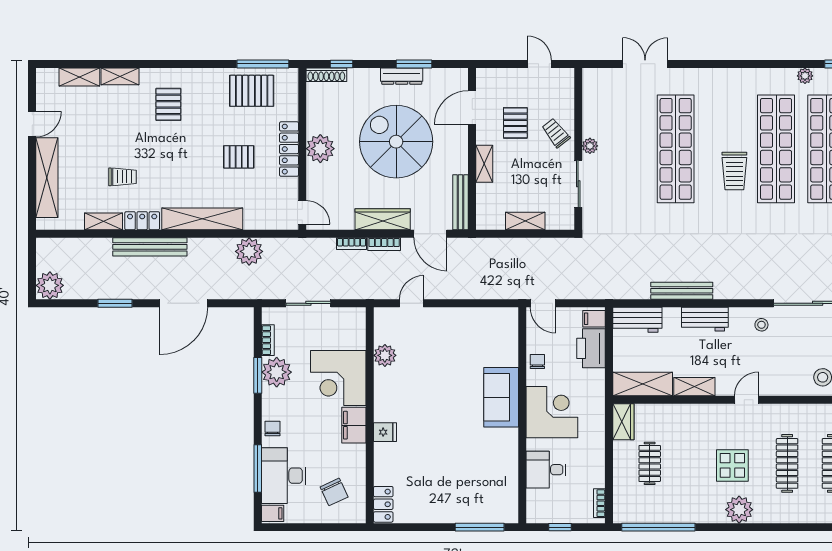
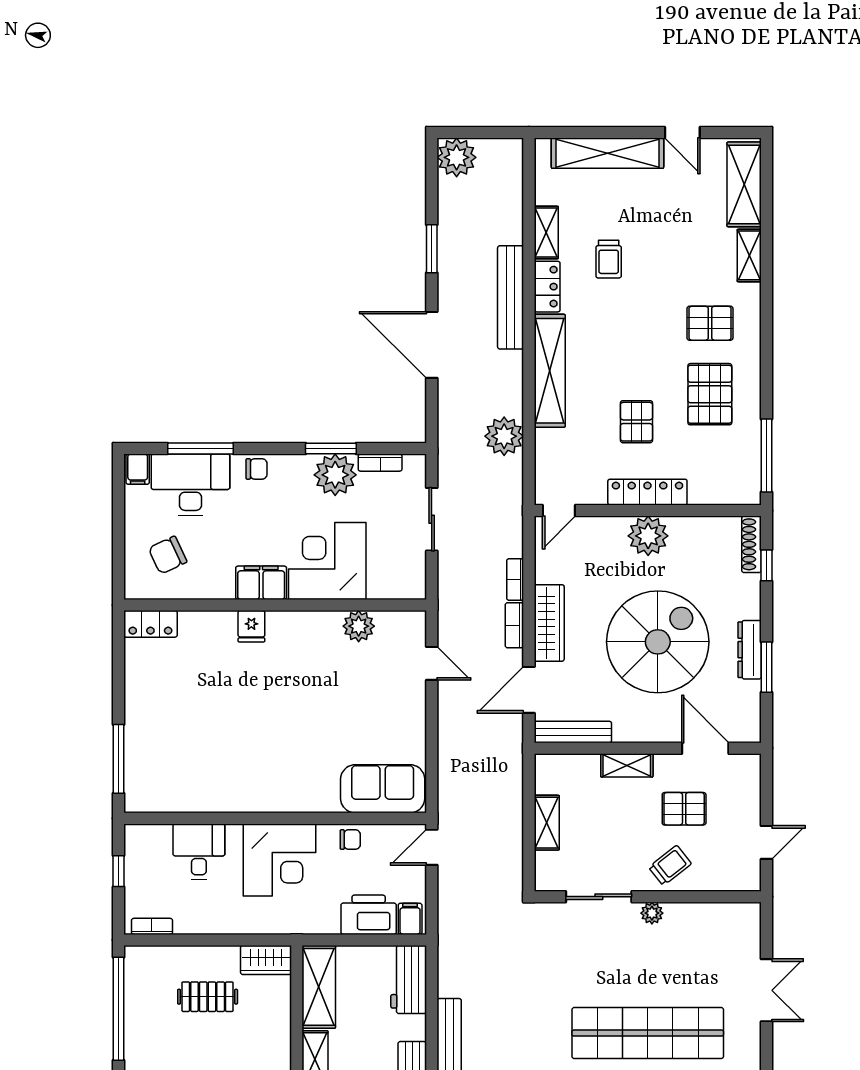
shelving: (79, 77) -> (744, 184), width x1.50, depth x1.33
pallet: (252, 91) -> (710, 394), moved
sofa: (501, 397) -> (383, 789), moved

